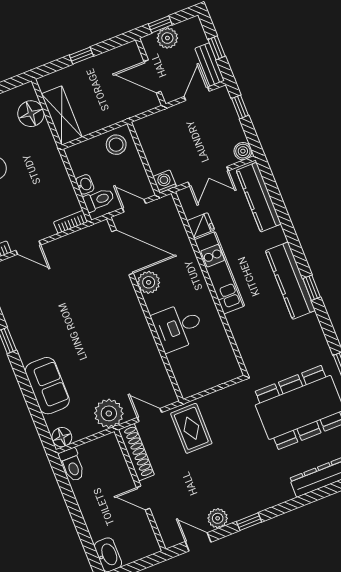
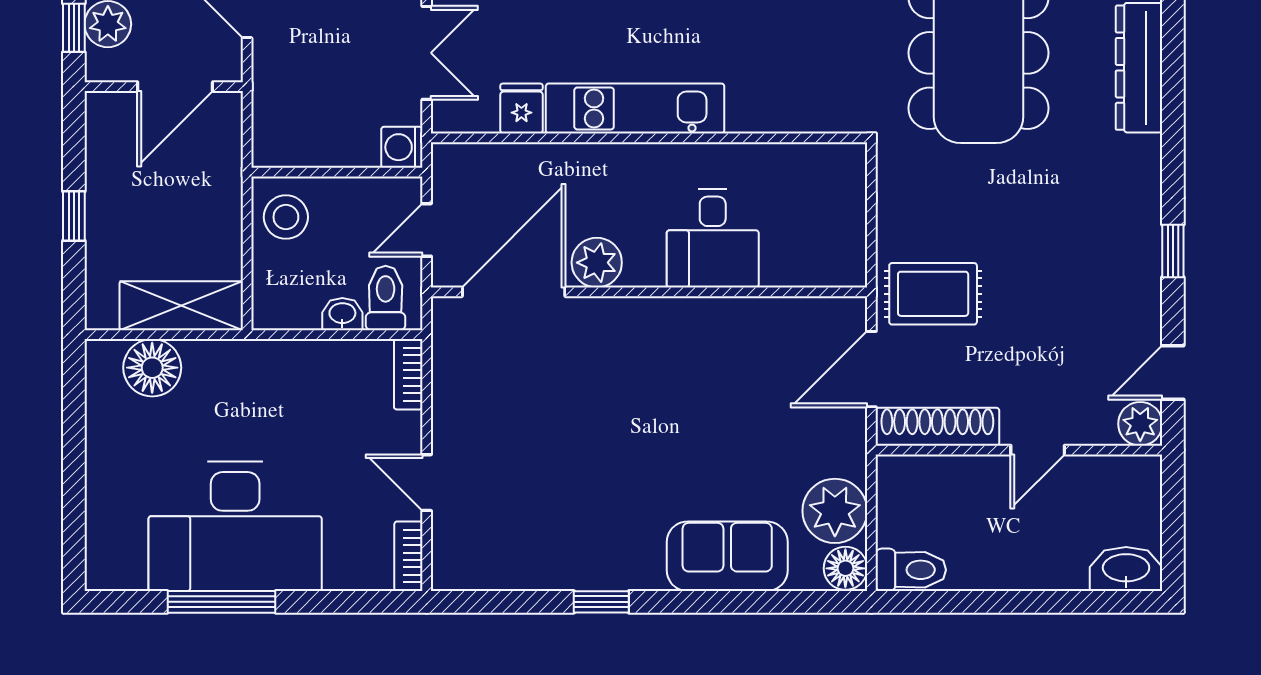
door: (28, 248) -> (427, 483), swing flipped
plant: (109, 413) -> (835, 511), moved
door: (150, 415) -> (871, 369), width x1.38
plant: (218, 518) -> (1140, 424), moved

